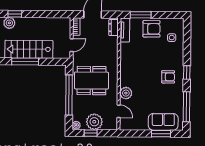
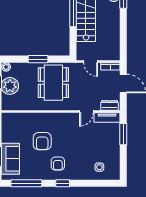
armchair: (151, 29) -> (42, 141), moved
plant: (126, 93) -> (40, 119), removed
window: (69, 95) -> (38, 59), width x0.47
door: (119, 111) -> (86, 112), moved

